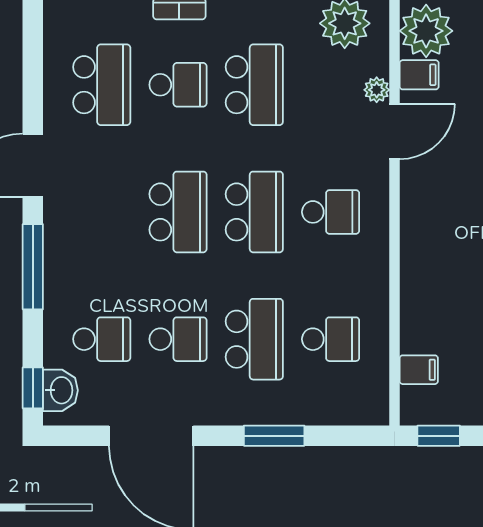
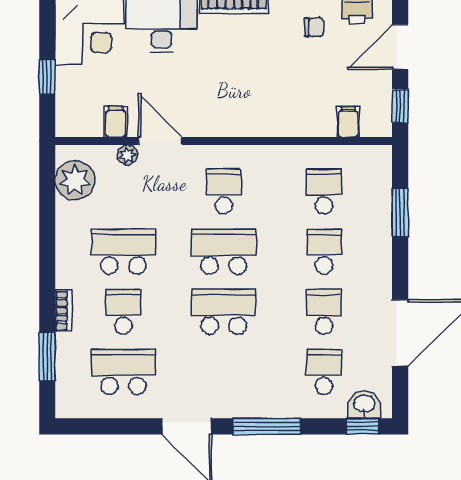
plant: (426, 31) -> (81, 116), removed
school desk: (254, 339) -> (324, 252), width x0.54
window: (274, 436) -> (400, 212), moved

